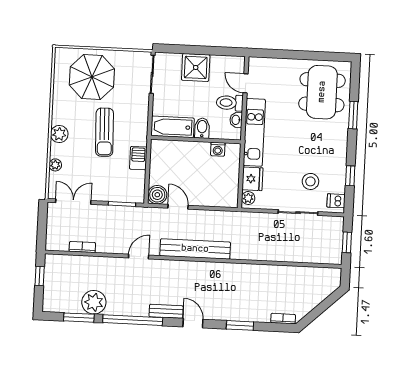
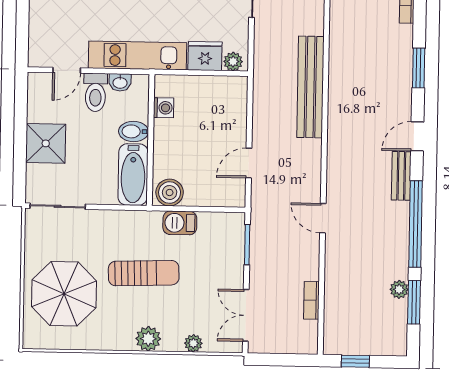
boiler: (157, 195) -> (170, 193), moved
bench: (195, 249) -> (310, 87), moved
plant: (94, 302) -> (399, 289), width x0.53, depth x0.53

